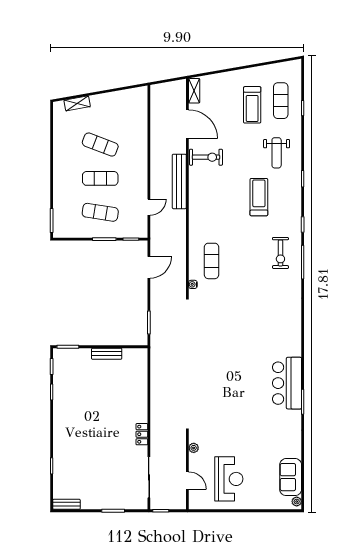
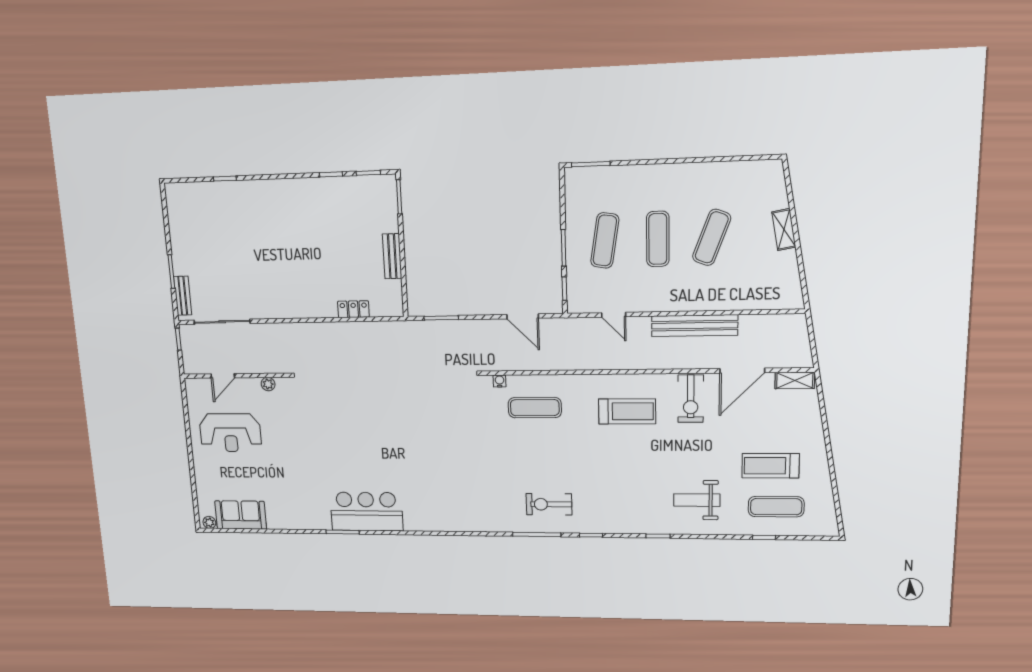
shelving: (77, 103) -> (784, 230), moved
bench: (179, 181) -> (695, 326), moved
treadmill: (259, 197) -> (627, 411), moved
locker: (142, 434) -> (353, 309), moved
bench: (66, 504) -> (183, 296), moved

